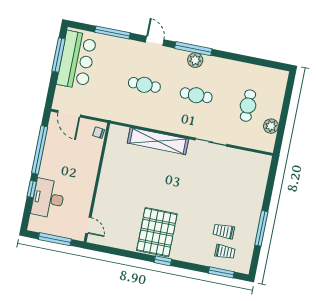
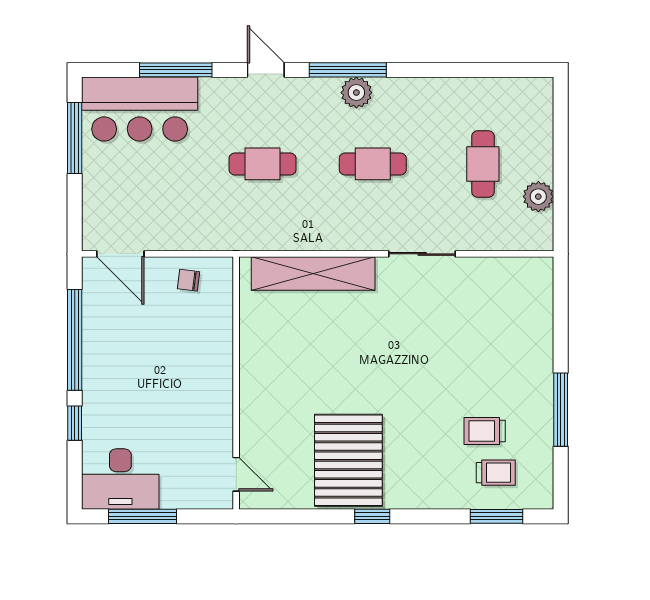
bar counter: (77, 60) -> (140, 109), moved, turned 90
wall: (97, 182) -> (236, 383), moved
desk: (48, 198) -> (120, 479), moved, turned -90
door: (88, 225) -> (236, 474), moved

